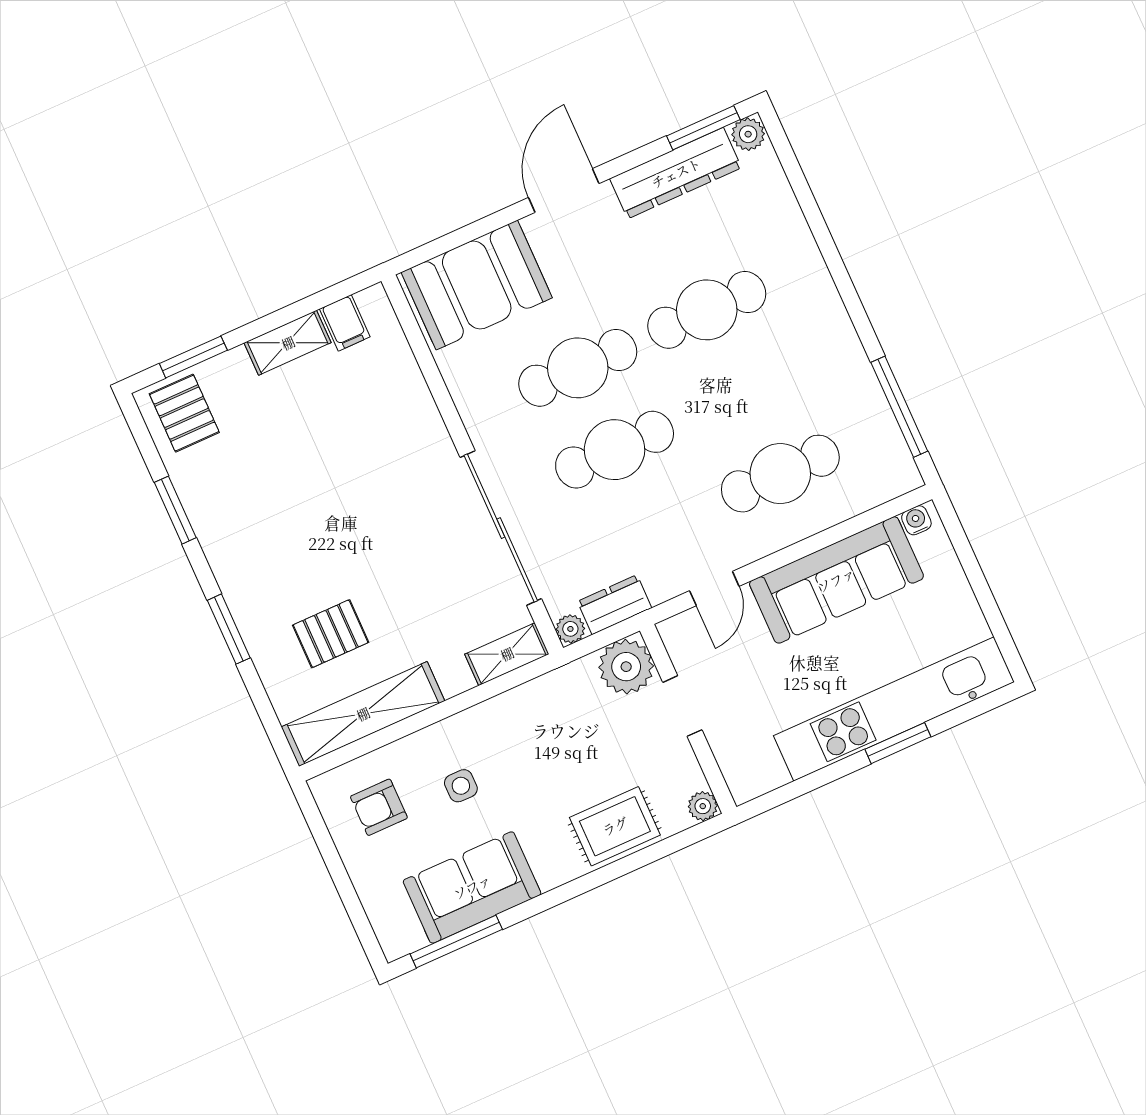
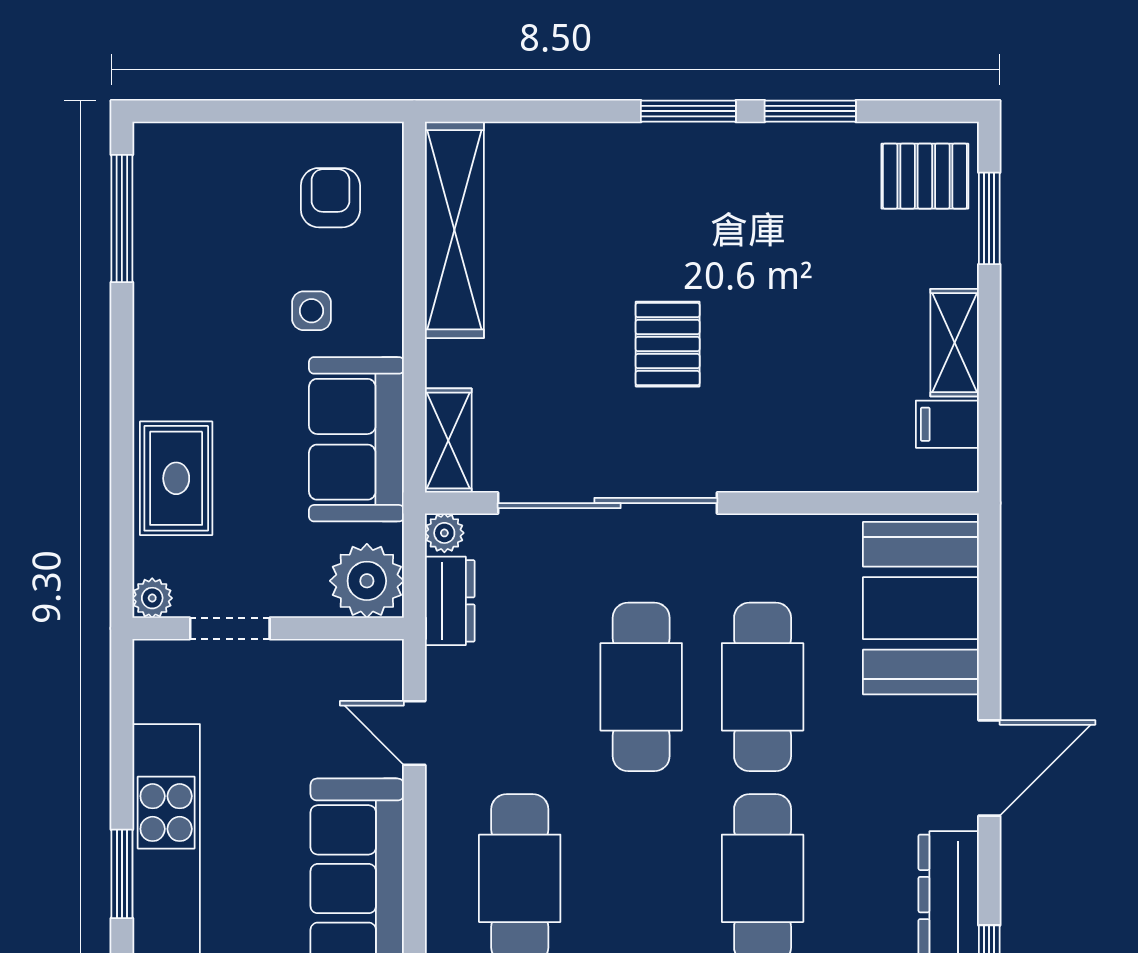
door: (564, 190) -> (989, 768), hinge flipped
window: (229, 629) -> (688, 111), moved
pallet: (331, 634) -> (668, 344), moved
doorway: (682, 706) -> (230, 628), moved
sofa: (472, 887) -> (356, 439), moved, turned 180

